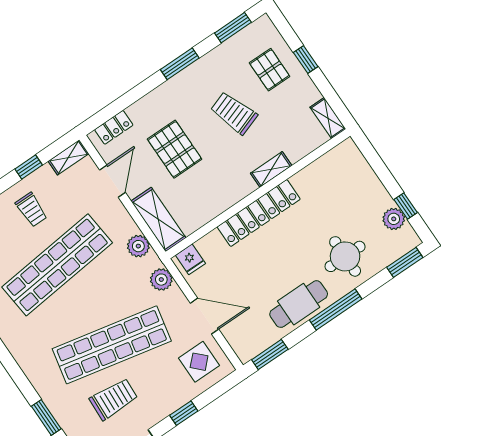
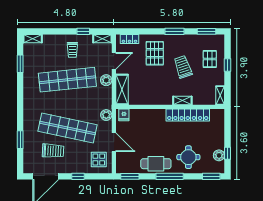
pallet: (175, 149) -> (155, 53), moved
locker: (259, 213) -> (188, 115), moved
plant: (138, 246) -> (106, 80), moved

